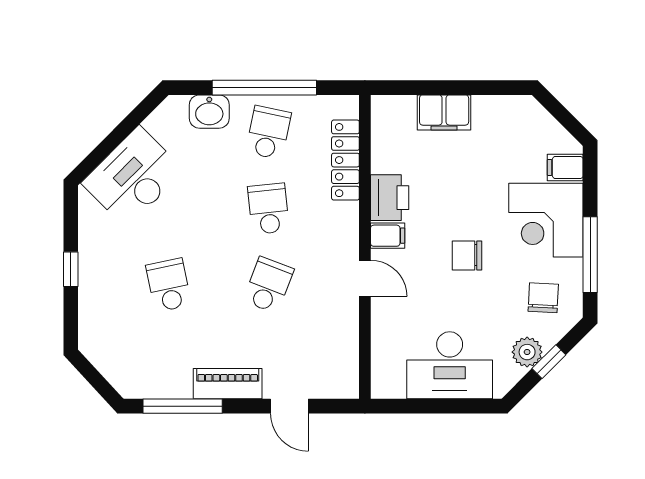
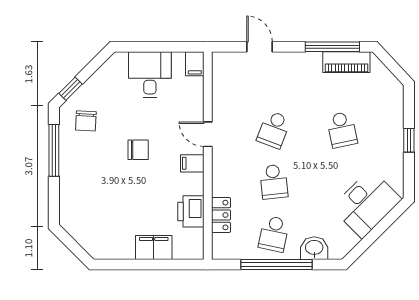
locker: (345, 160) -> (221, 215), width x0.66
filing cabinet: (565, 167) -> (195, 64), moved, turned 90
printer: (390, 198) -> (191, 211), moved
corner desk: (546, 220) -> (84, 174), removed
plant: (527, 352) -> (97, 84), removed
window: (549, 362) -> (71, 89), moved
desk: (450, 365) -> (150, 75), width x0.73
piano: (228, 384) -> (346, 62), moved

